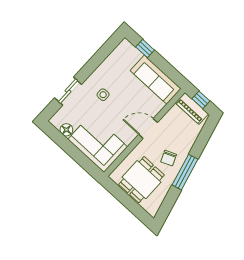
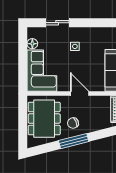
dining table: (141, 180) -> (44, 119), width x1.38

